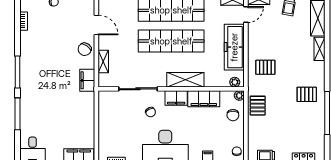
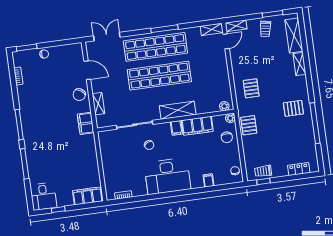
freezer: (234, 47) -> (219, 73), removed
pallet: (265, 67) -> (251, 88), turned 90
filing cabinet: (176, 98) -> (176, 128), width x0.50

